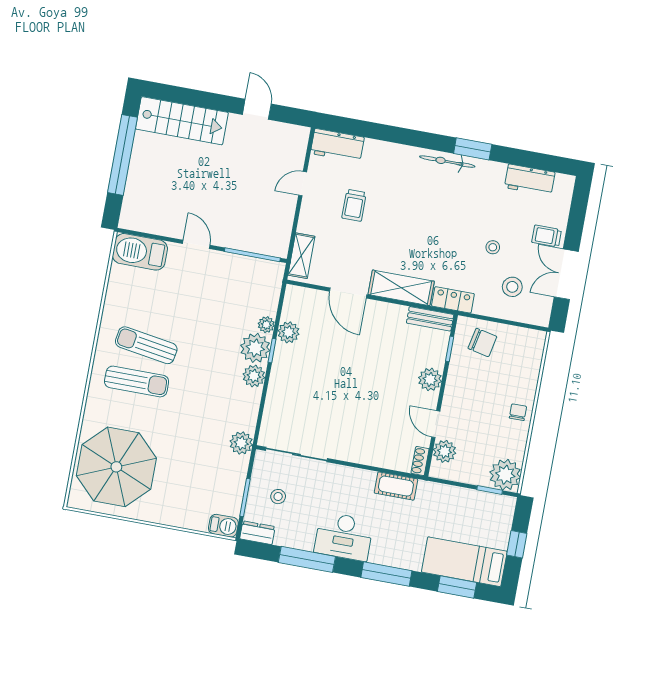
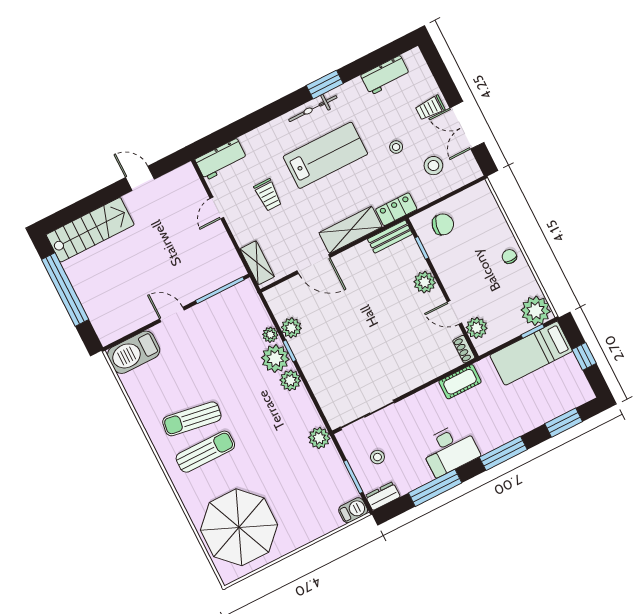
lab bench: (428, 209) -> (325, 155), added
bed: (464, 562) -> (531, 353), moved

